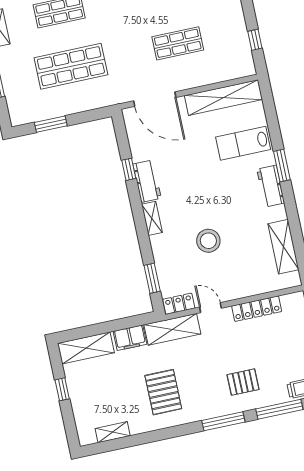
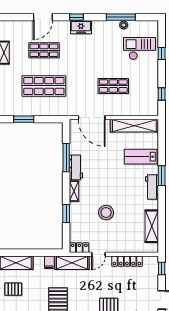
window: (129, 169) -> (66, 158), width x2.17
window: (152, 278) -> (66, 214), moved
door: (211, 308) -> (98, 254), swing flipped
filing cabinet: (130, 338) -> (49, 262), width x0.50
pallet: (91, 389) -> (13, 289), added

